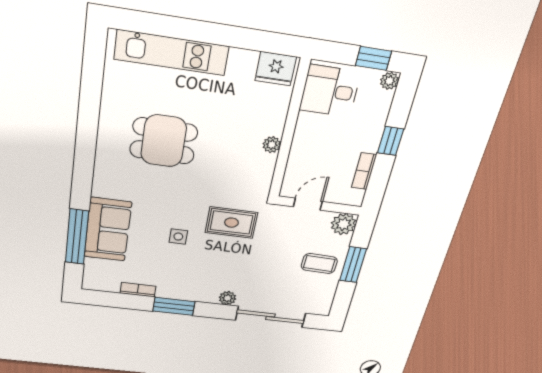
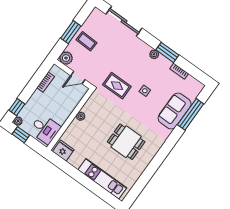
window: (391, 141) -> (17, 107), moved
plant: (227, 298) -> (154, 54), moved

